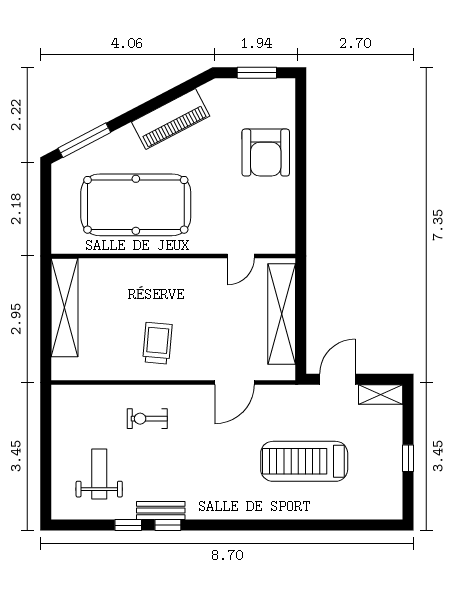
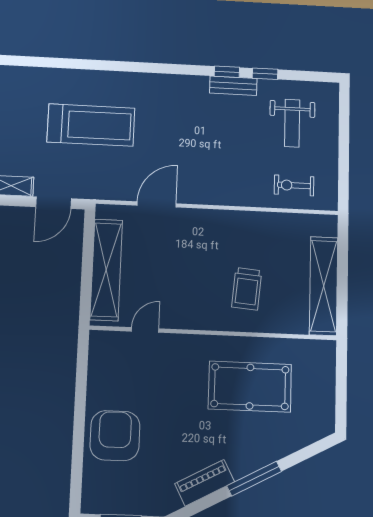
piano: (171, 119) -> (205, 483), width x0.73, depth x0.75
window: (84, 140) -> (254, 479), moved
pool table: (136, 205) -> (250, 387), width x0.73, depth x0.76
trolley: (157, 343) -> (247, 289), moved
exercise bike: (147, 419) -> (294, 185), moved, turned 180

